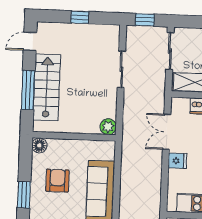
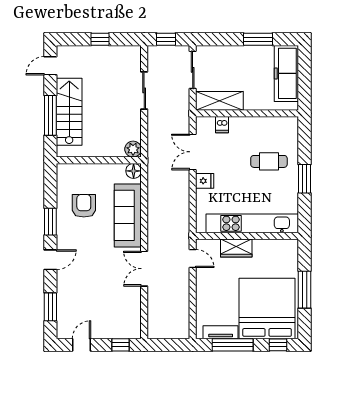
floor lamp: (39, 145) -> (134, 171), moved

